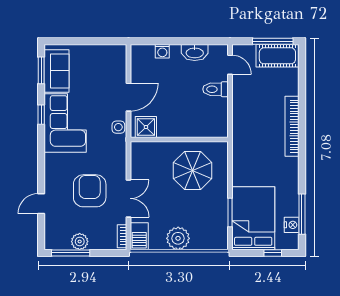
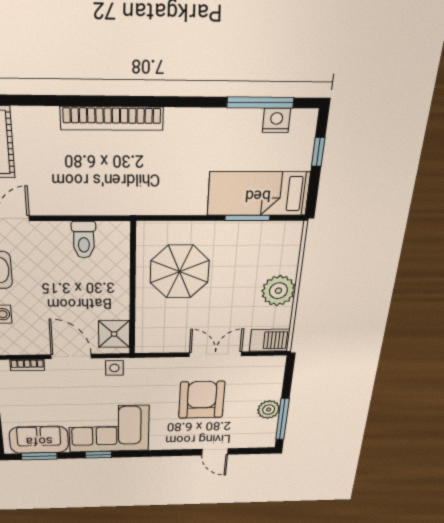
toilet: (216, 89) -> (84, 240), moved
armchair: (90, 191) -> (202, 400), turned 90
bed: (253, 218) -> (258, 194), width x0.67
bookcase: (122, 236) -> (27, 365), moved

